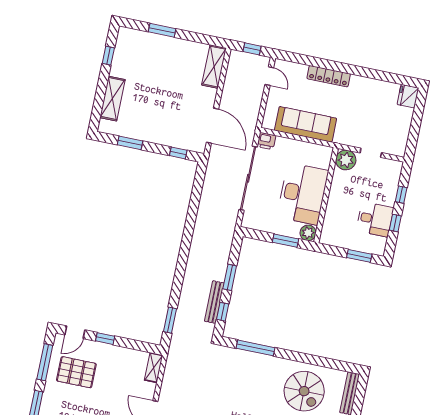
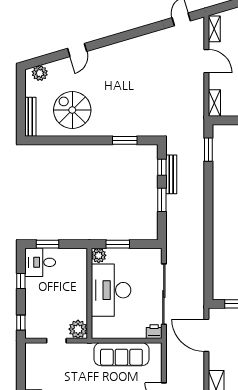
window: (401, 195) -> (21, 323), moved
desk: (375, 219) -> (40, 262), moved
window: (256, 348) -> (125, 140), width x0.69

